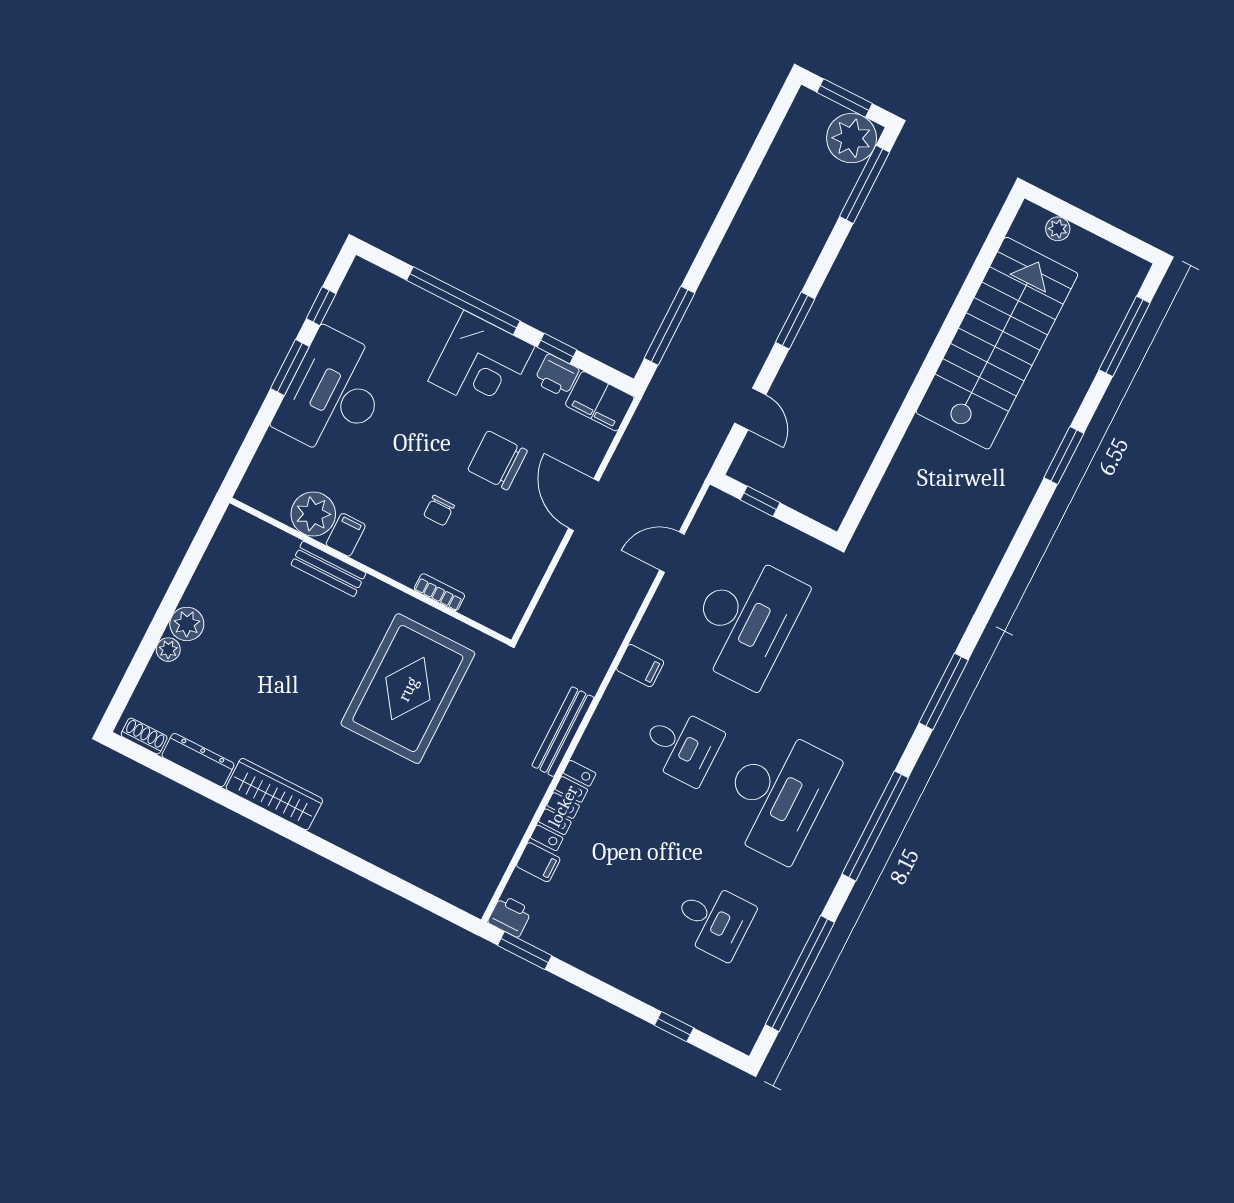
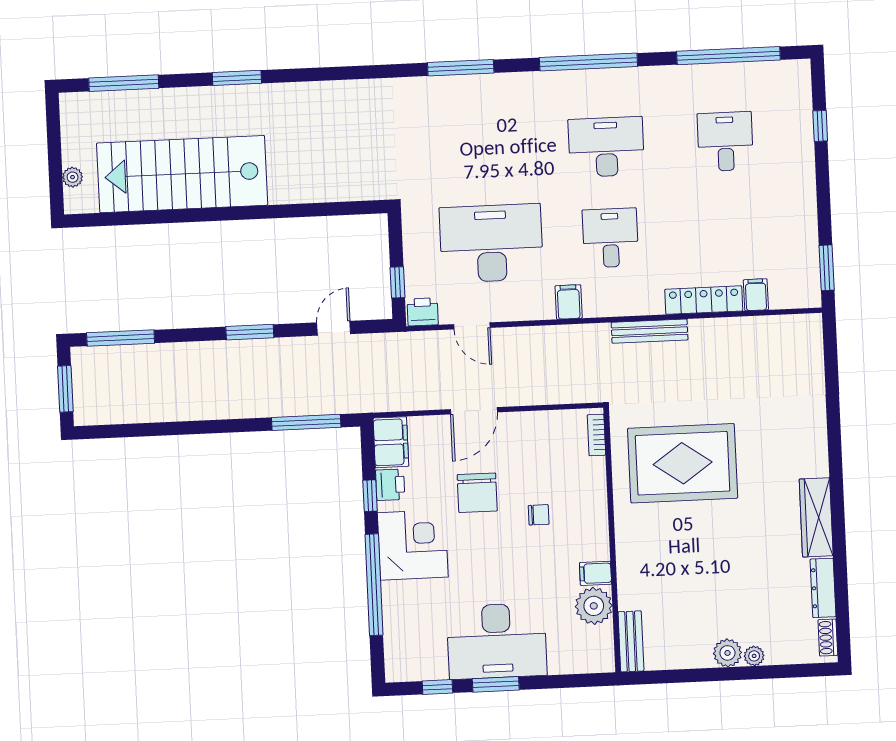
plant: (852, 138) -> (92, 367), removed
bench: (328, 569) -> (631, 641), moved
bookcase: (439, 592) -> (596, 435), moved
desk: (777, 795) -> (606, 147), width x0.73, depth x0.77
printer: (510, 916) -> (423, 312), moved, turned 90

